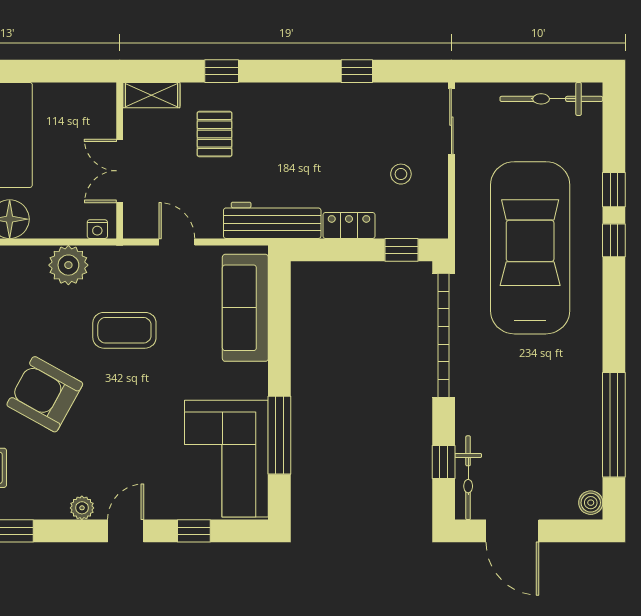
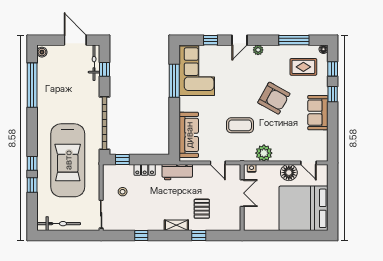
shelving: (151, 95) -> (176, 225), moved
workbench: (272, 220) -> (177, 172), width x0.73

